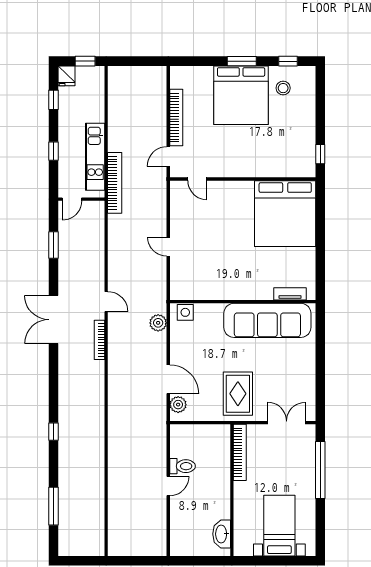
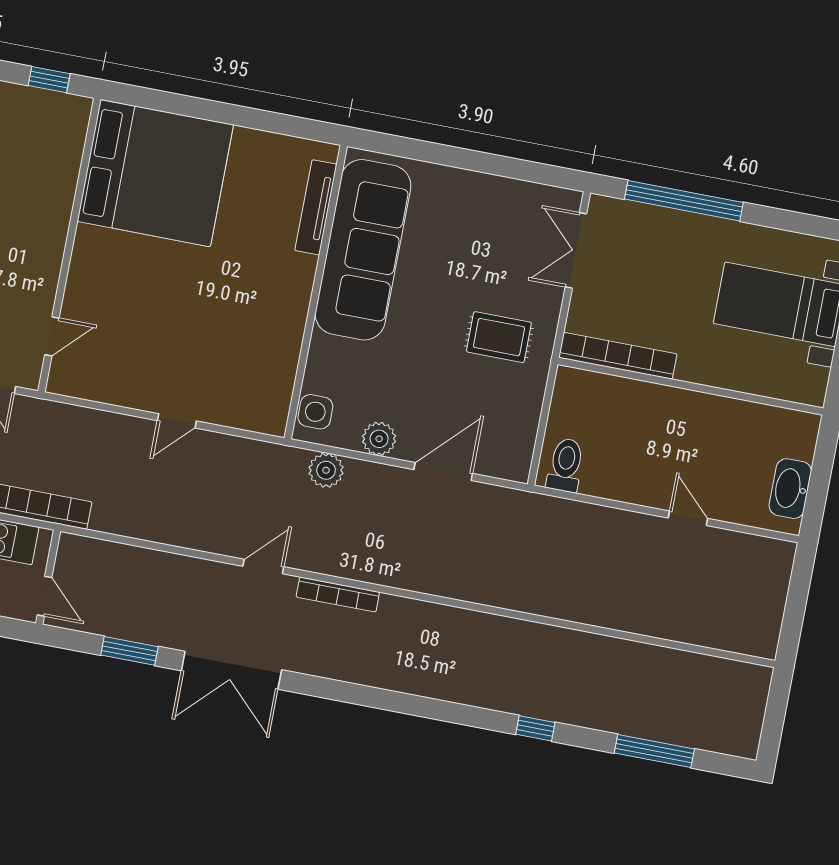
tv unit: (290, 294) -> (316, 207), width x1.41
double door: (53, 320) -> (231, 670), moved
rug: (238, 394) -> (499, 337), width x0.73, depth x0.70
plant: (178, 405) -> (379, 439), moved
window: (53, 432) -> (535, 728), moved
toilet: (183, 466) -> (565, 465), moved
door: (168, 486) -> (688, 518), moved
washbasin: (222, 534) -> (790, 489), moved, turned 90

